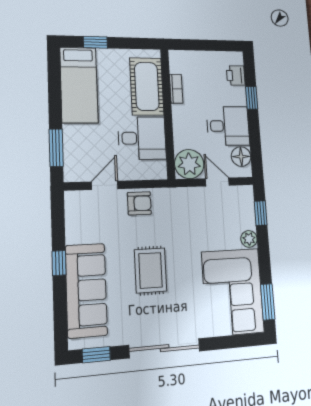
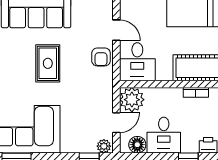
desk: (142, 138) -> (137, 62), moved
plant: (249, 239) -> (104, 146), moved
rug: (151, 270) -> (48, 63), turned 90

